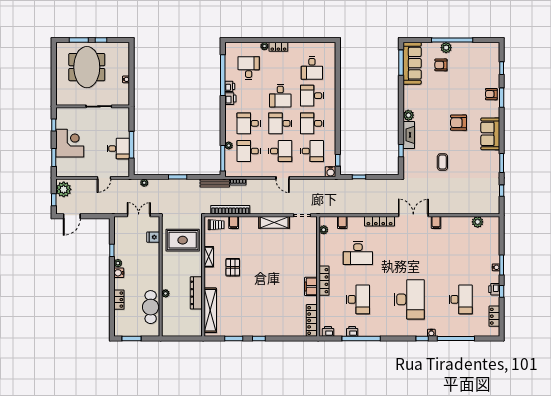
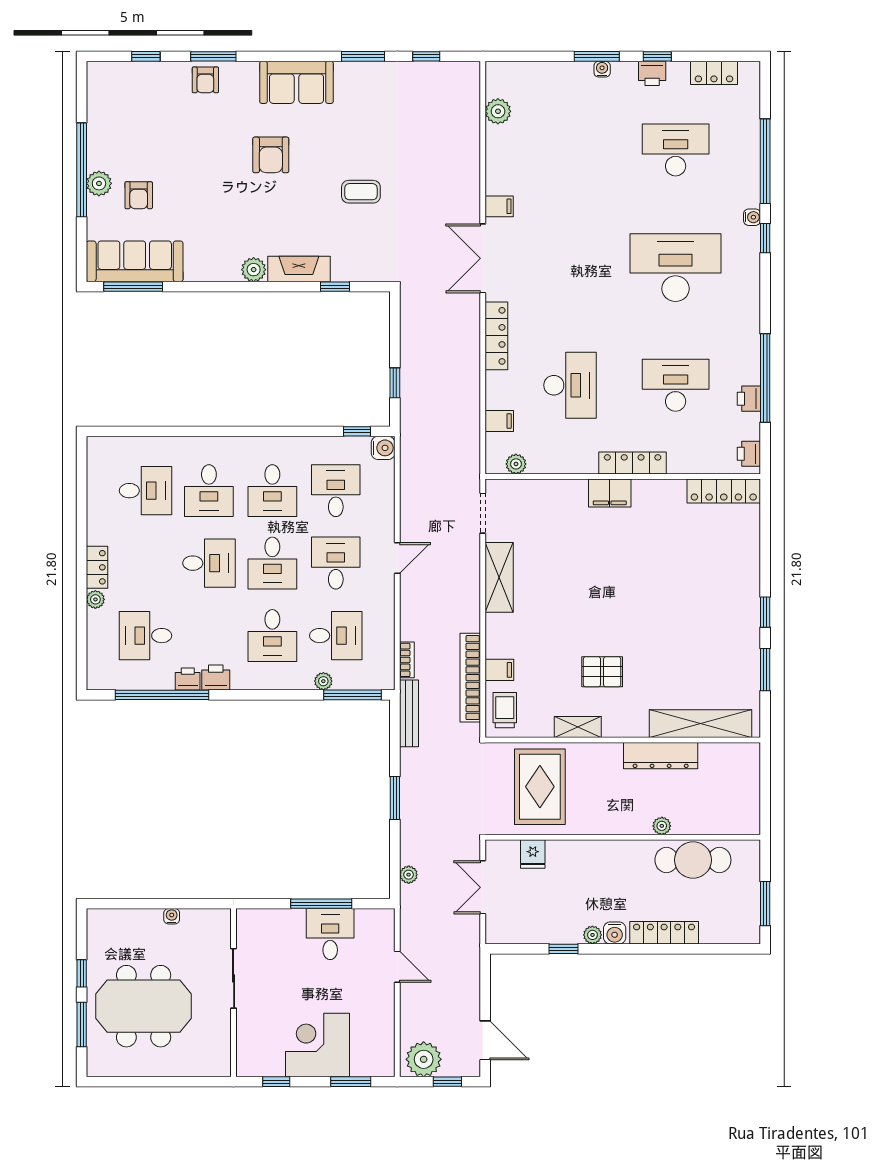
desk: (249, 151) -> (336, 636), turned -90
filing cabinet: (311, 286) -> (610, 493), moved
locker: (119, 300) -> (664, 933), width x1.53

